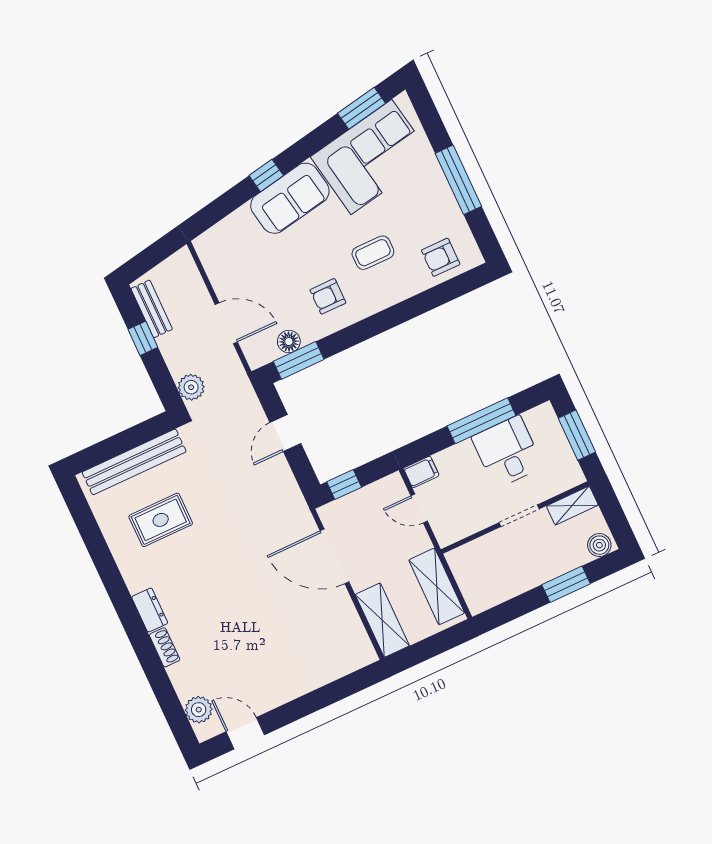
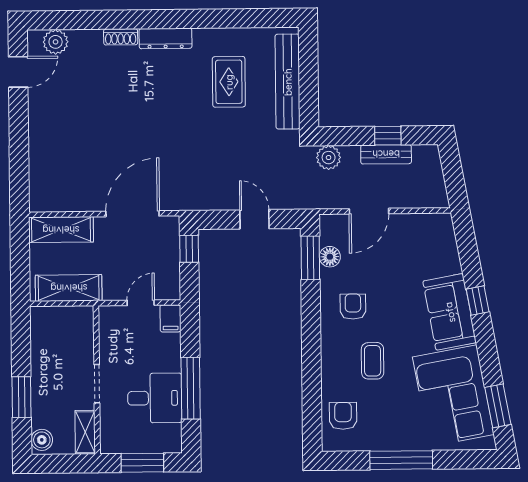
bench: (152, 309) -> (386, 154), moved
dresser: (150, 610) -> (166, 38), width x1.44

